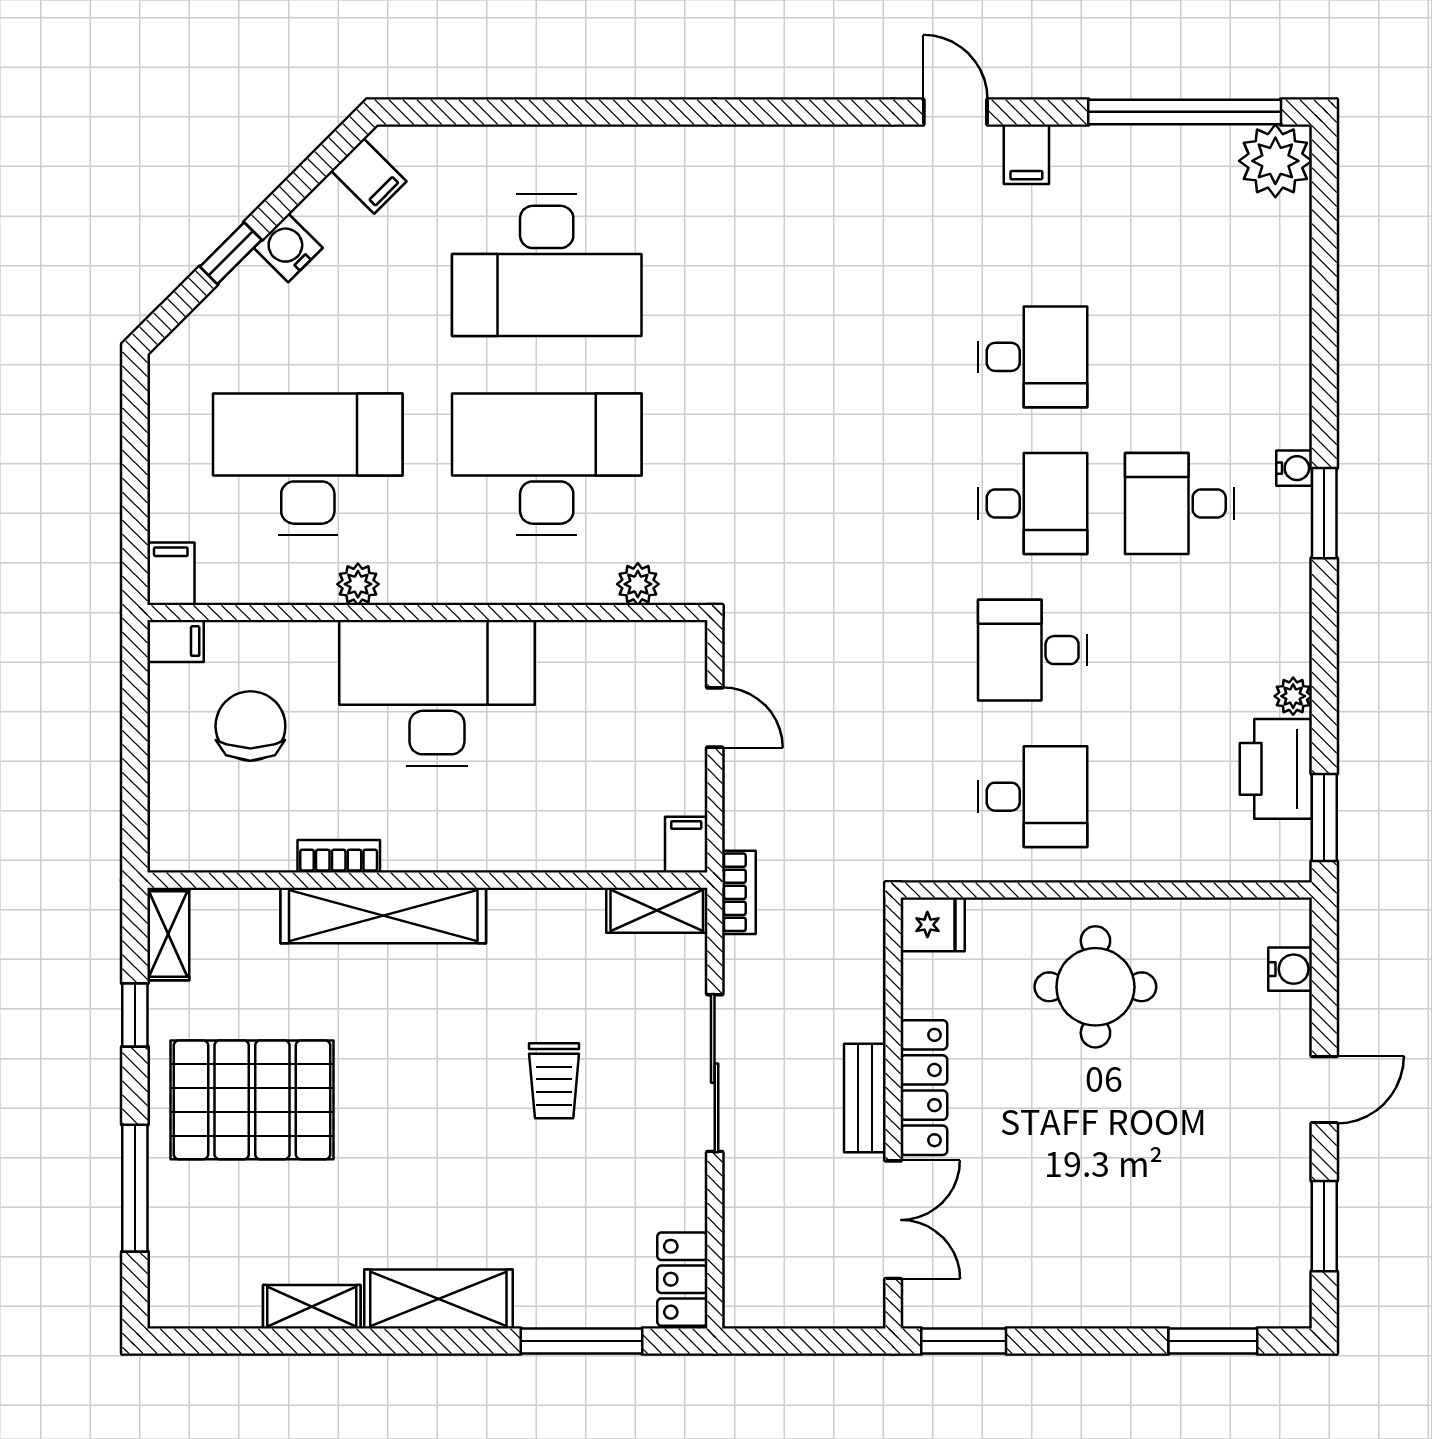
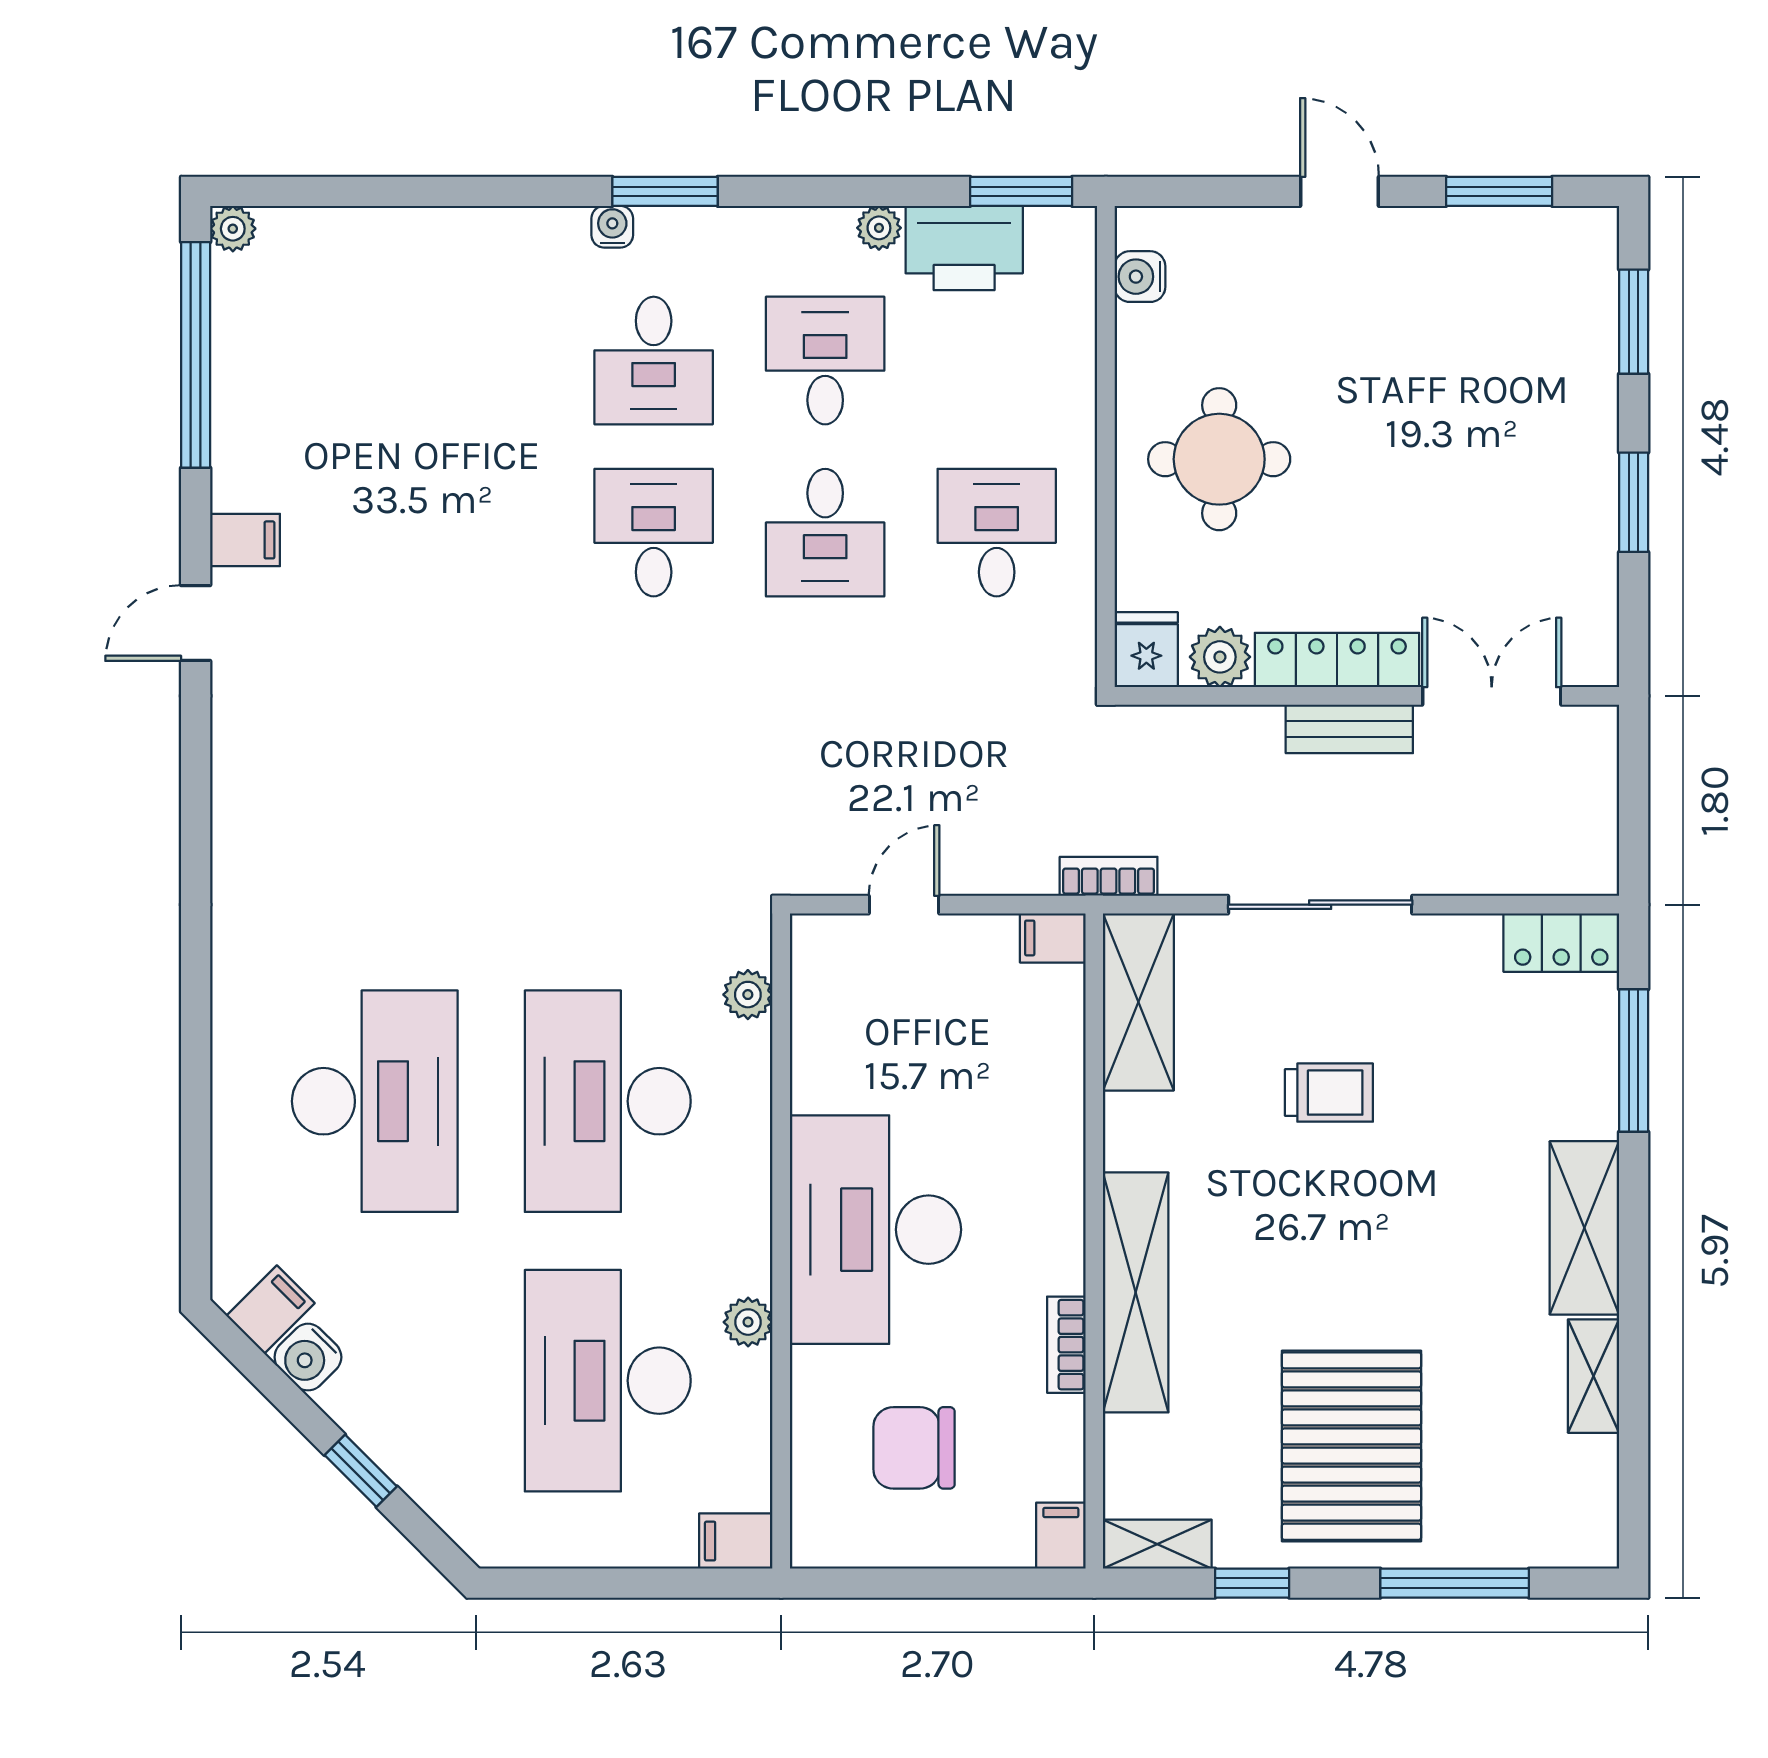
plant: (1275, 161) -> (233, 229), width x0.53, depth x0.53
water cooler: (288, 248) -> (308, 1357), moved
desk: (1033, 357) -> (825, 361), moved
filing cabinet: (175, 641) -> (1061, 1536), moved
shelving: (657, 910) -> (1138, 1002), width x1.50, depth x1.33
water cooler: (1290, 969) -> (1140, 277), moved, turned -90
plant: (926, 987) -> (1220, 657), added
window: (964, 1341) -> (1634, 502), moved

